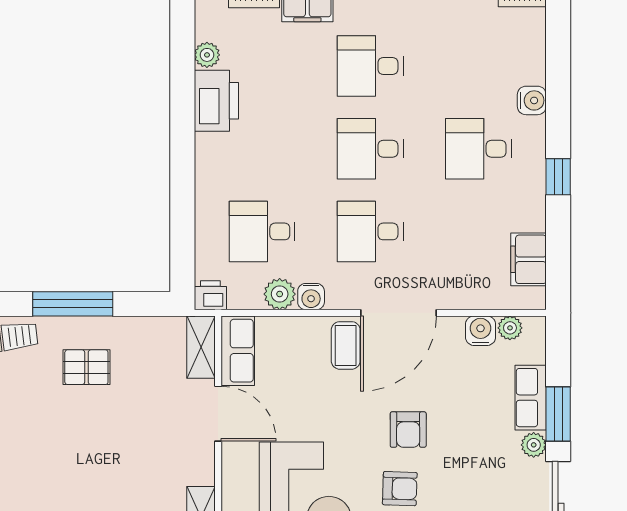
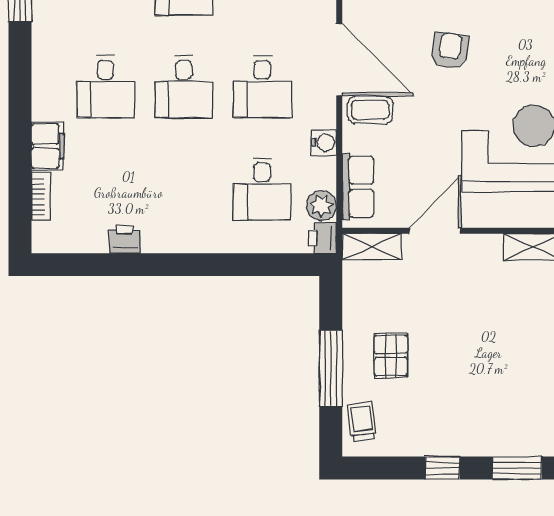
plant: (207, 55) -> (95, 241), removed
printer: (216, 101) -> (125, 239), width x0.53, depth x0.68
plant: (280, 294) -> (322, 206), moved
row of seats: (238, 351) -> (358, 187), moved, turned 90
armchair: (408, 430) -> (450, 51), turned -82
armchair: (400, 489) -> (506, 59), removed

